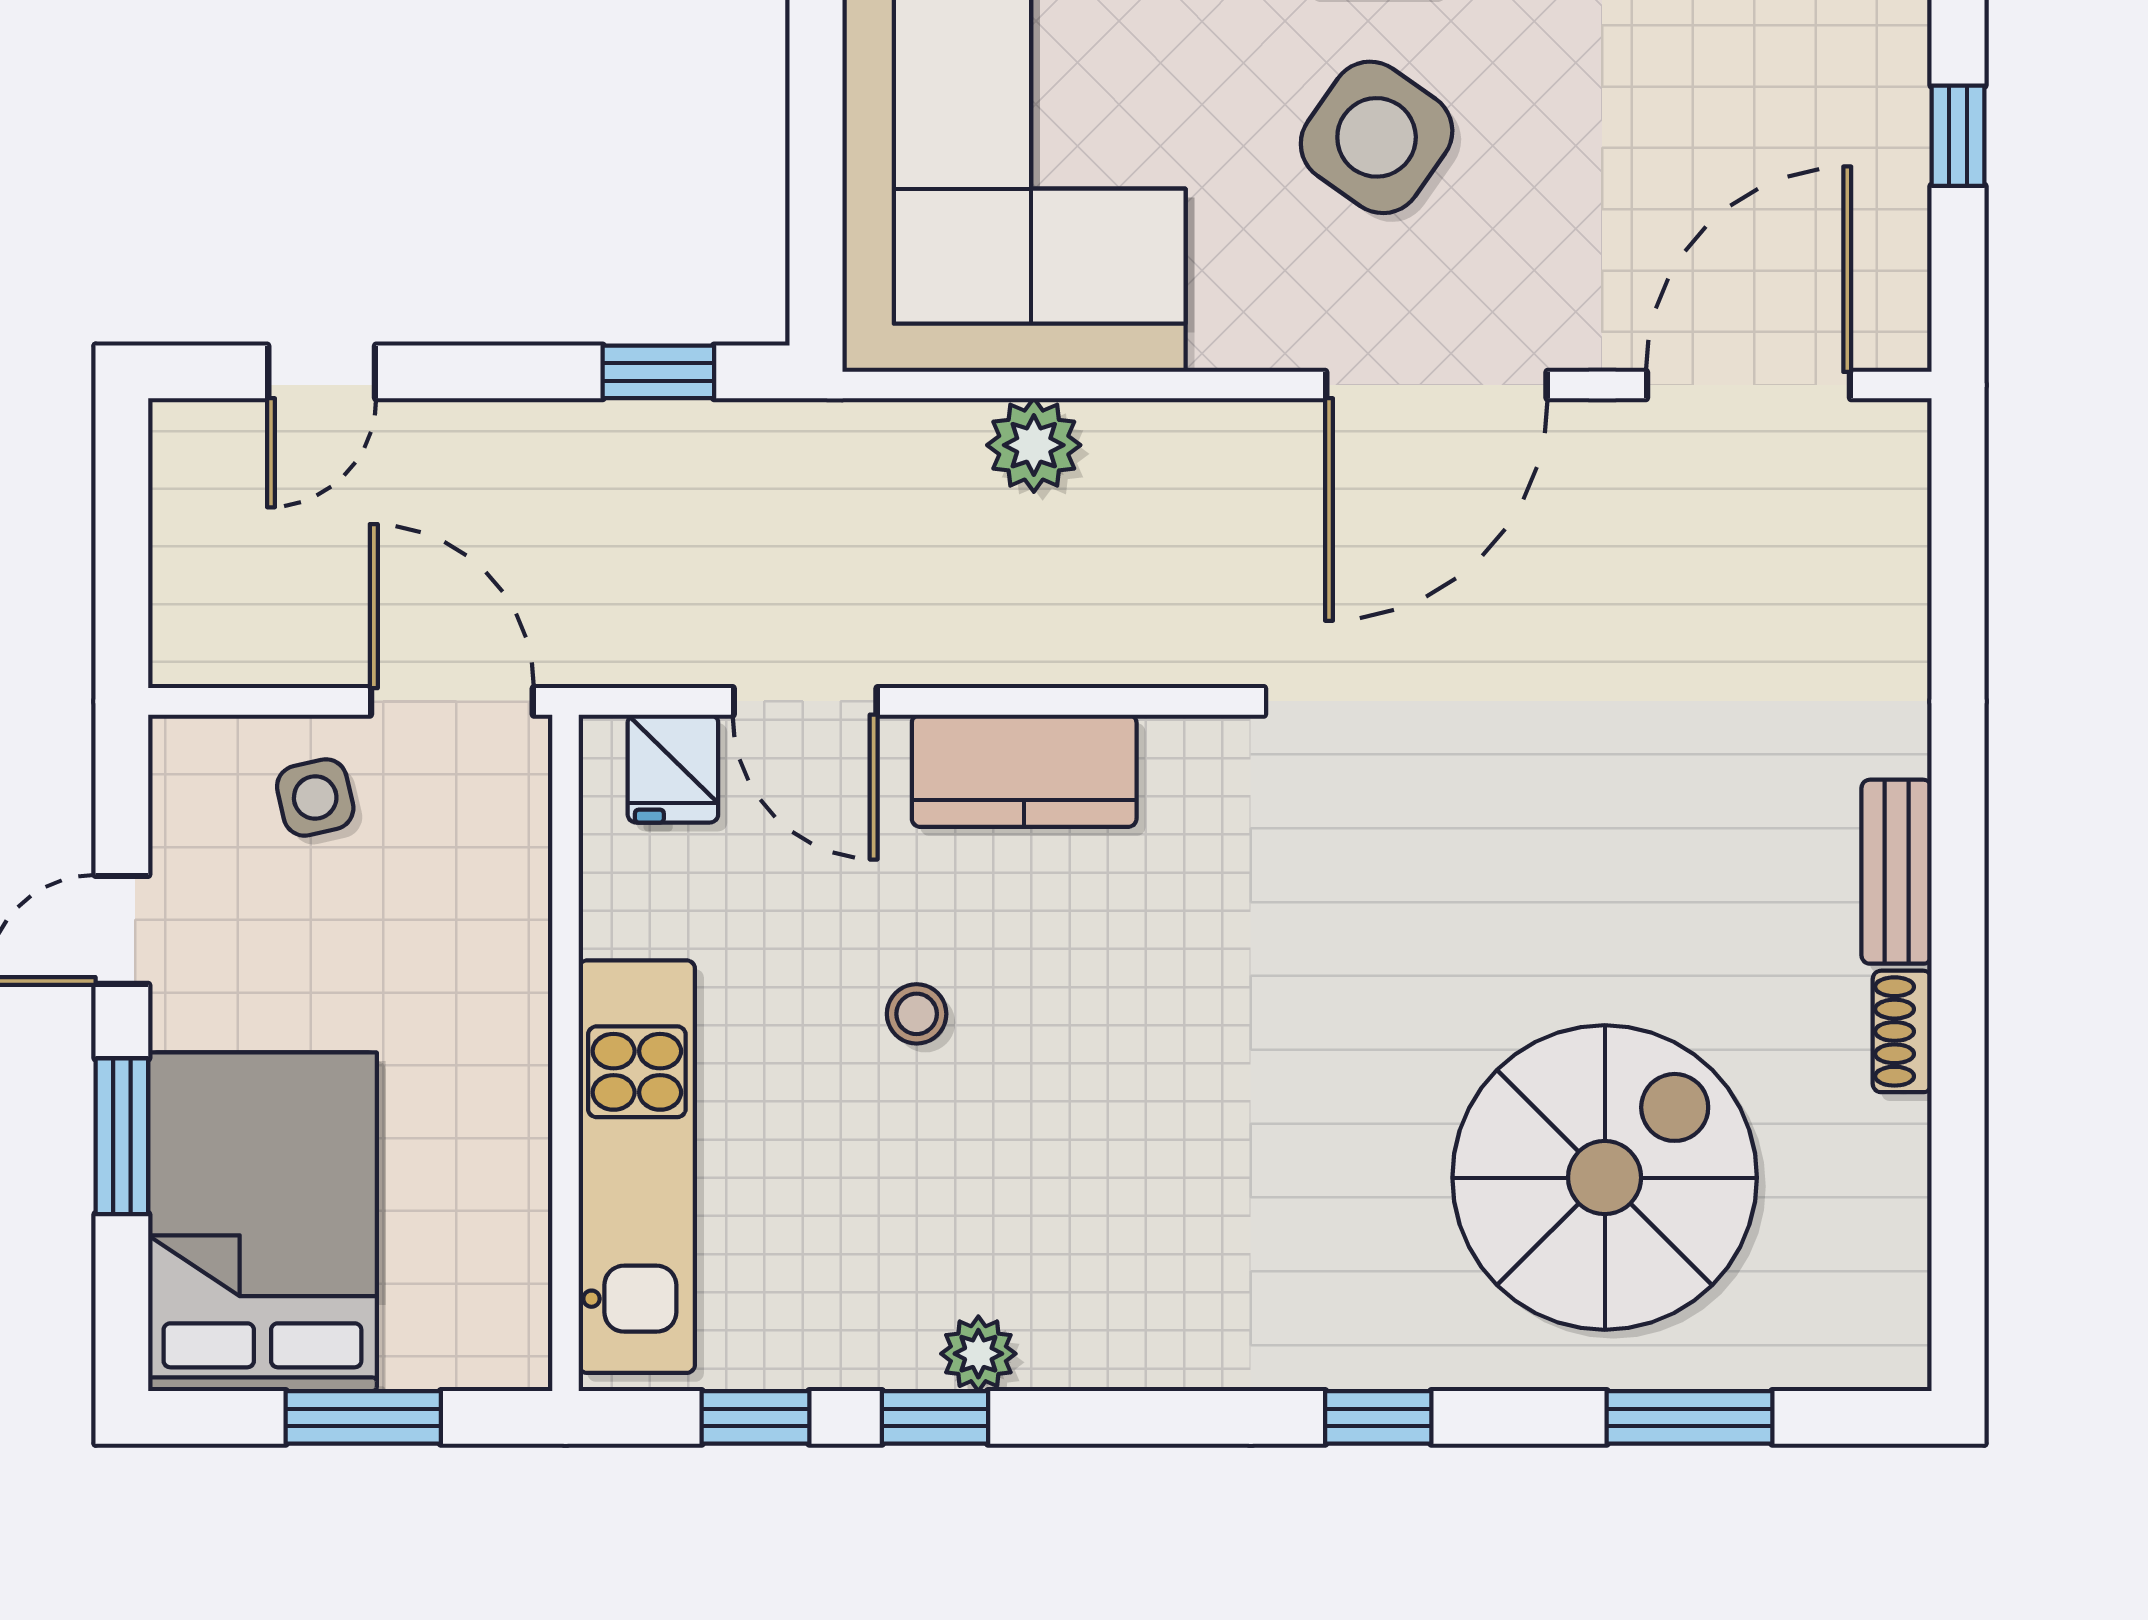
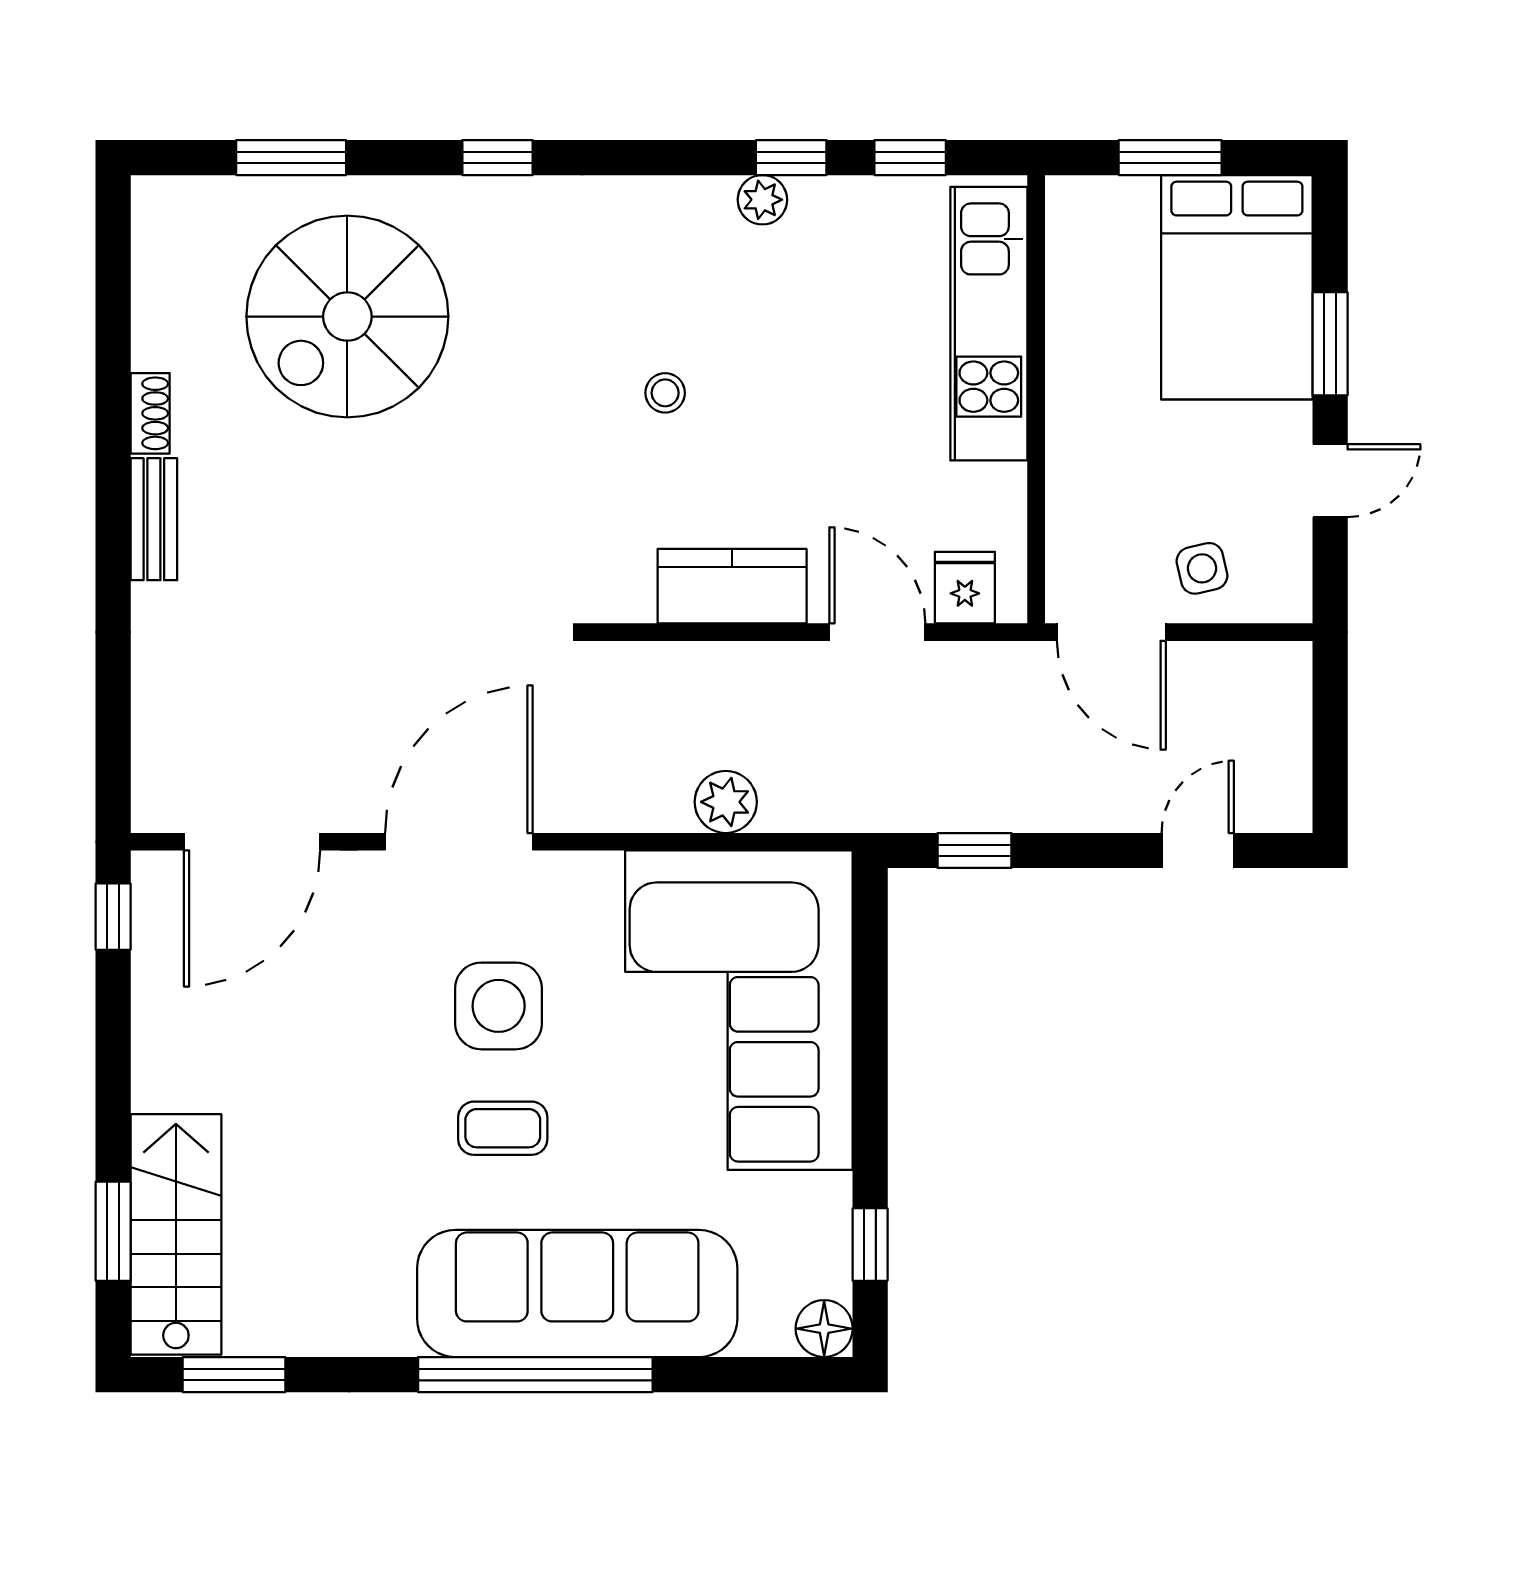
window: (1958, 136) -> (113, 917), moved
side table: (1377, 137) -> (499, 1006), turned -35
stool: (917, 1014) -> (665, 393), moved

